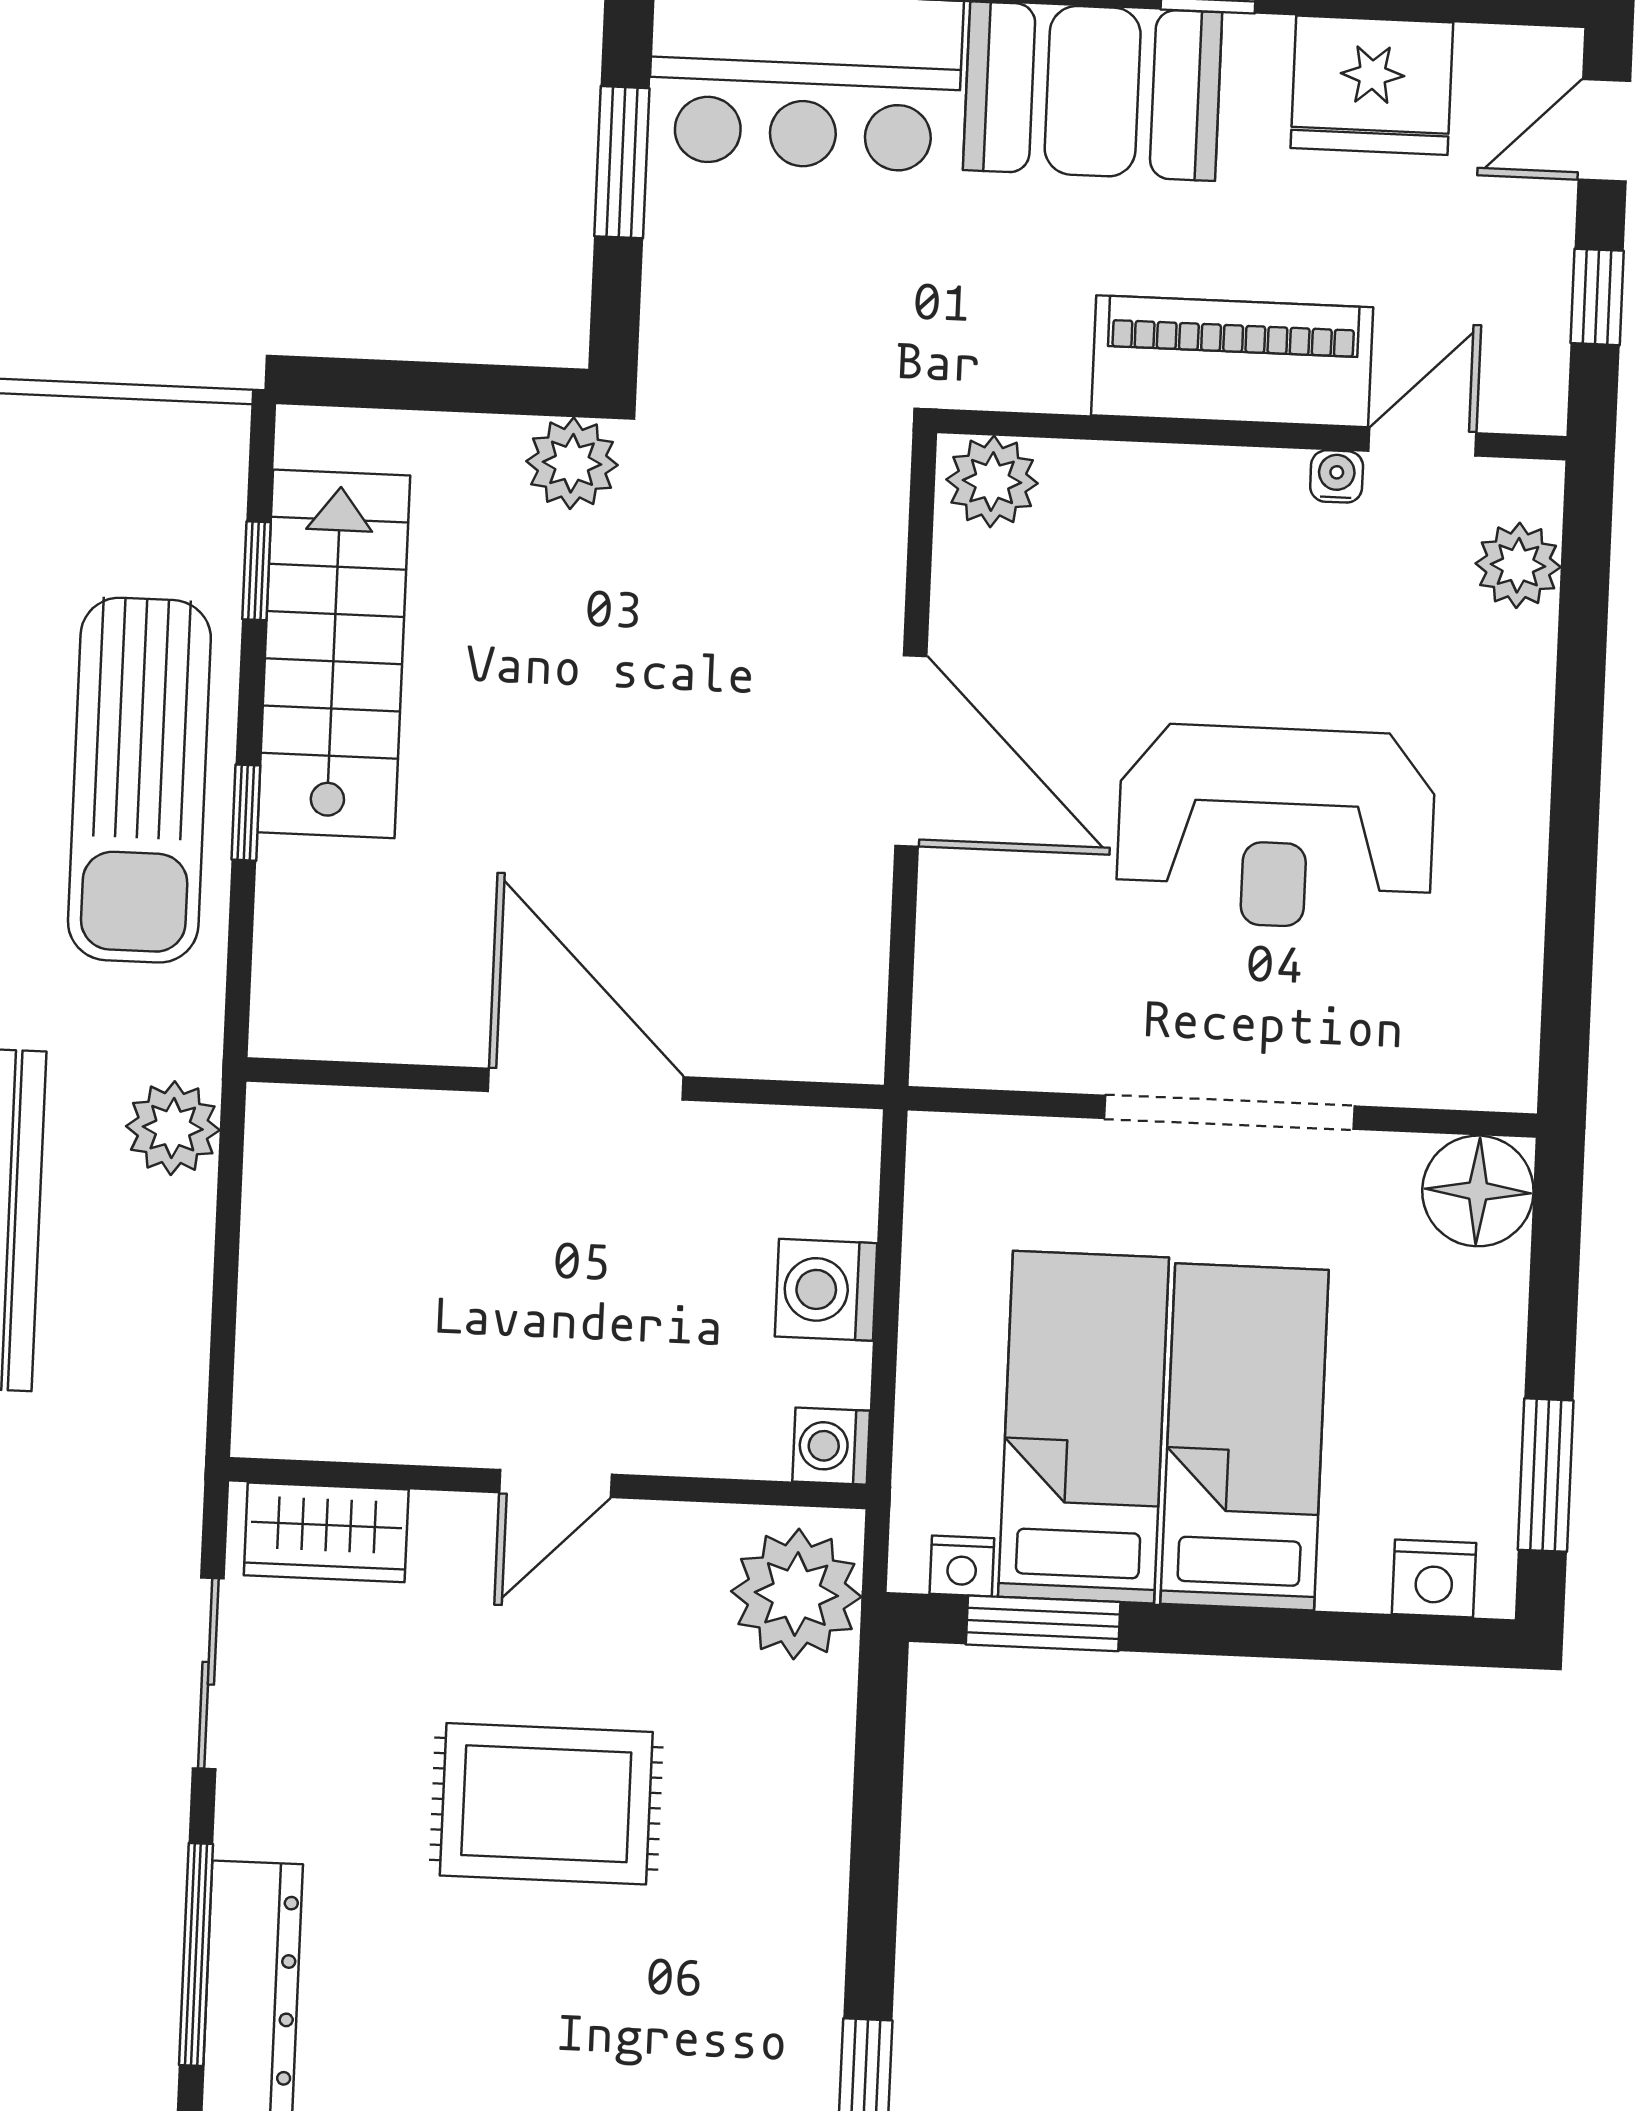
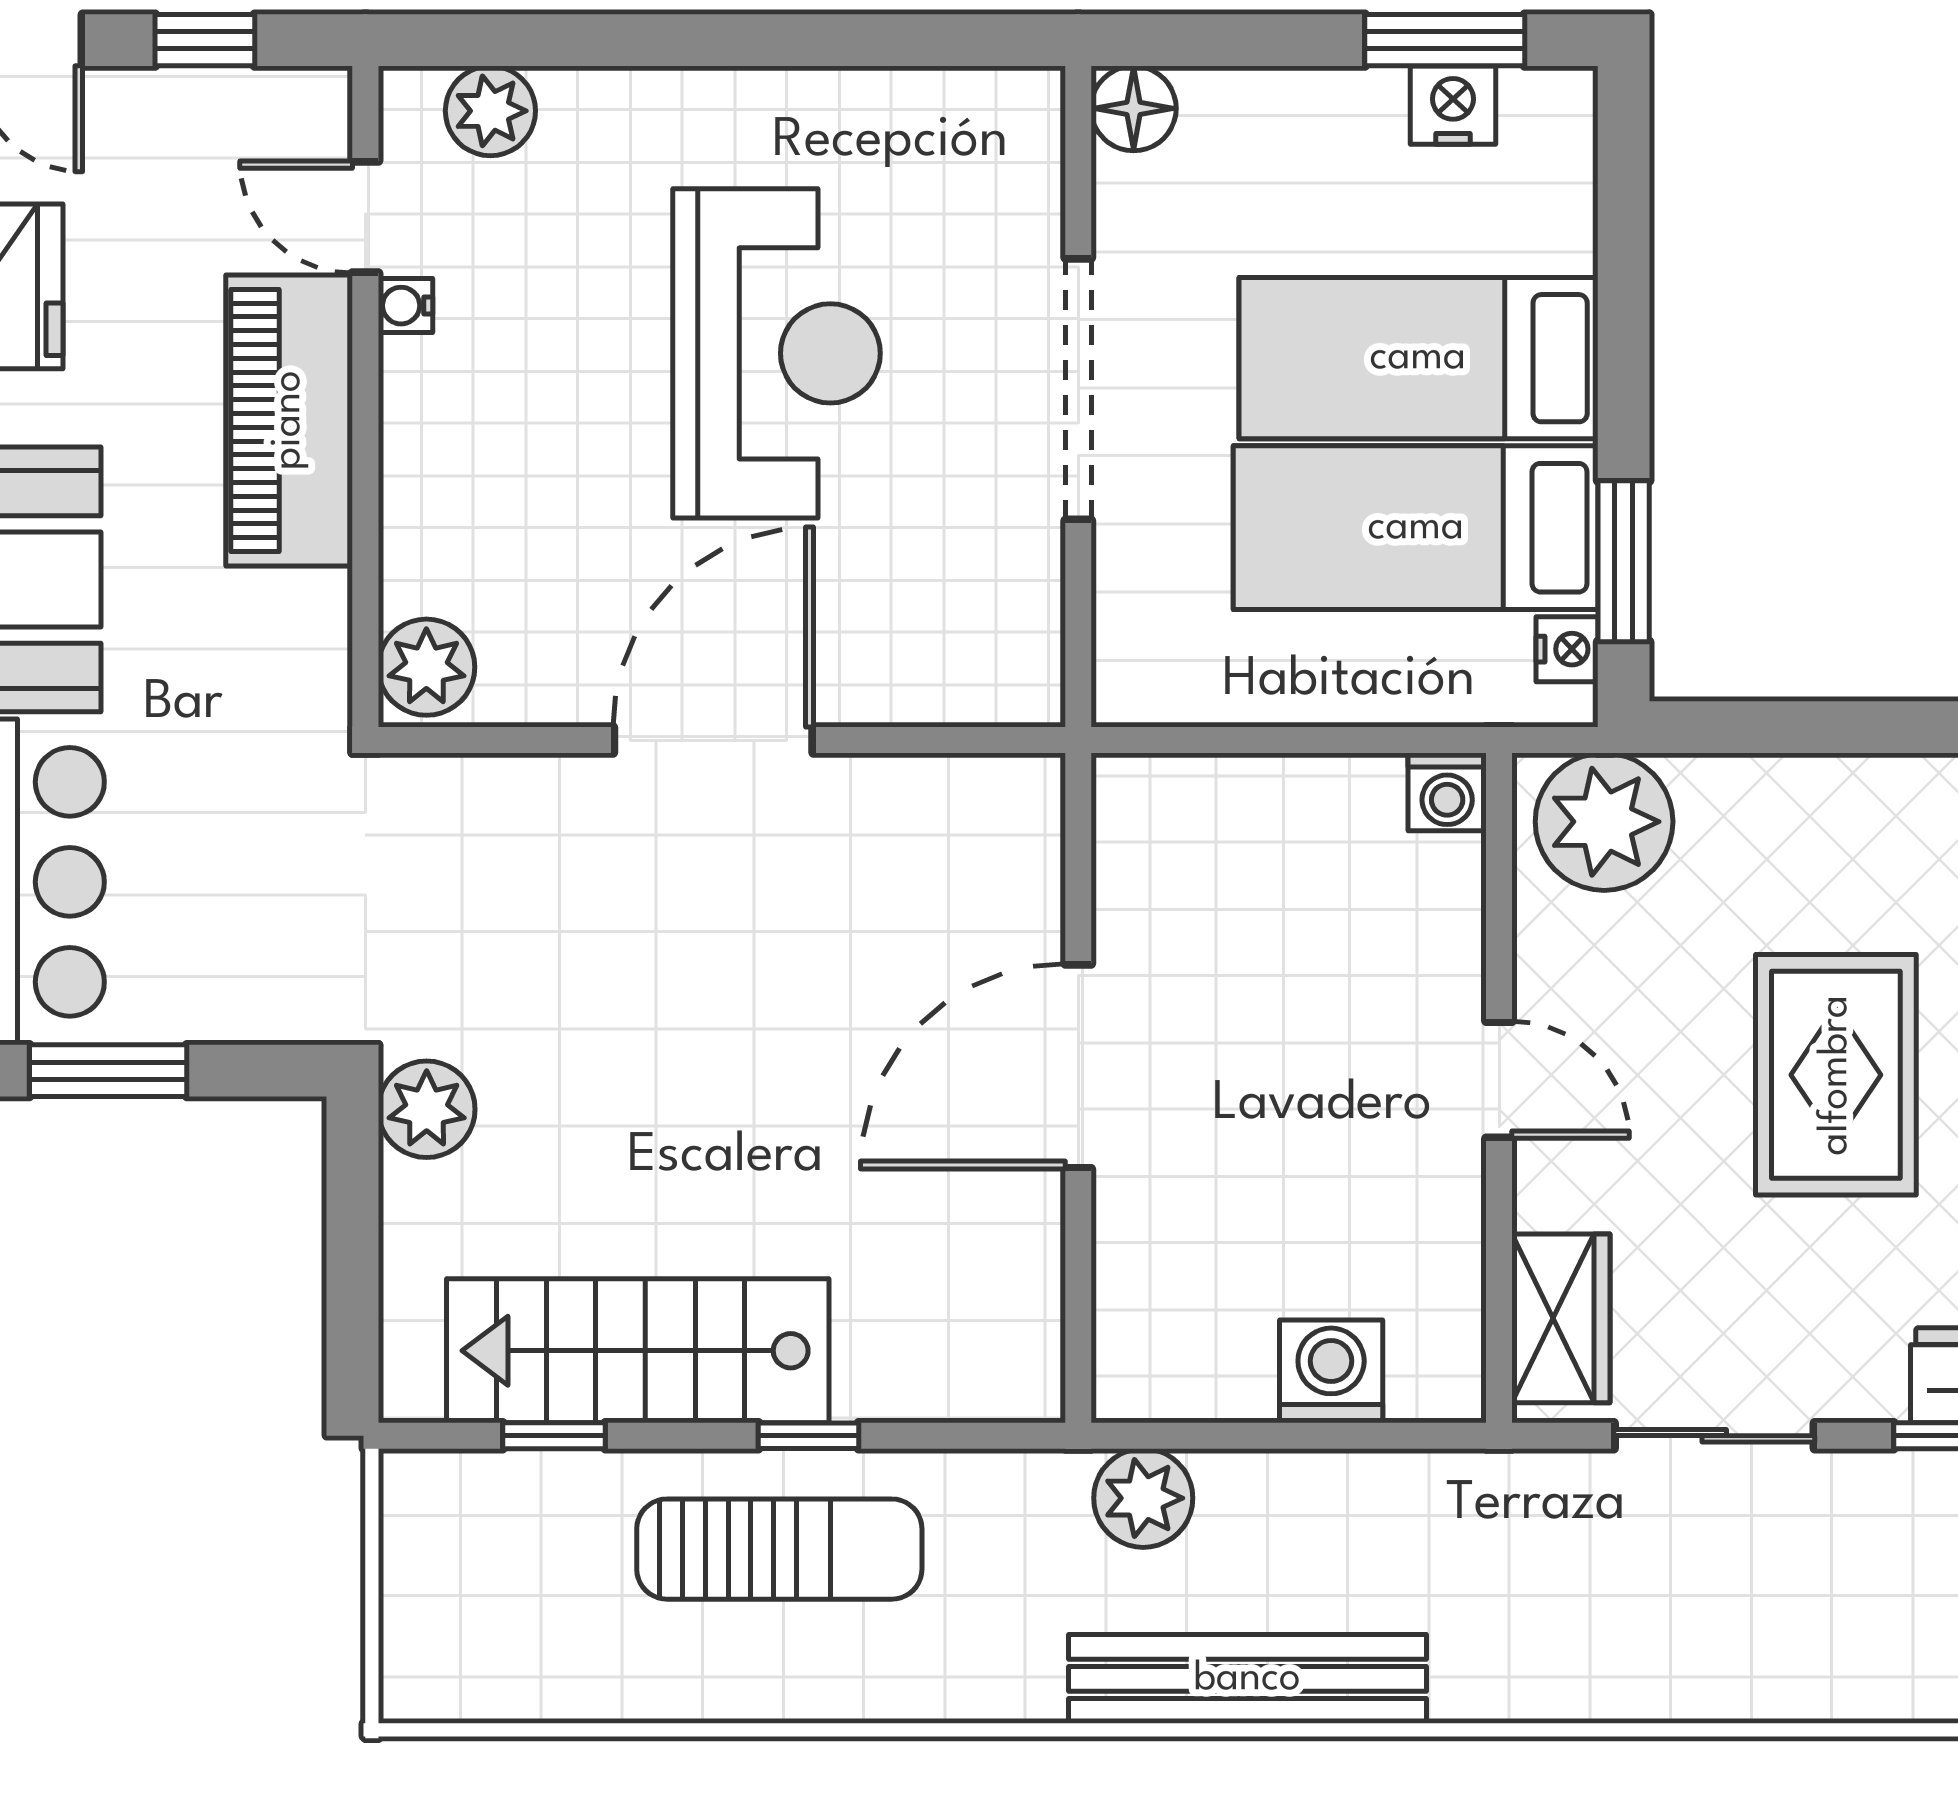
sun lounger: (139, 780) -> (779, 1549), width x0.73, depth x0.75
floor lamp: (1478, 1191) -> (1134, 108), width x0.73, depth x0.73
washing machine: (826, 1290) -> (1331, 1371), moved, turned 180
nightstand: (1434, 1578) -> (1453, 105), moved, turned -90

